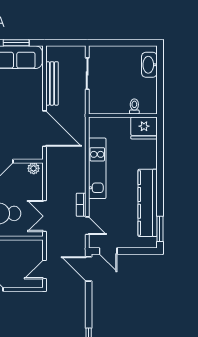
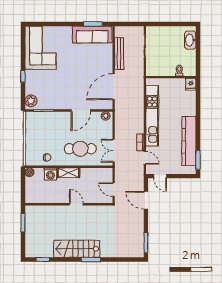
fridge: (144, 128) -> (191, 84), width x0.53, depth x0.75
door: (44, 129) -> (114, 87), swing flipped
kitchen unit: (97, 168) -> (152, 116), width x1.36
door: (44, 269) -> (114, 190), hinge flipped
door: (89, 269) -> (146, 200), moved

